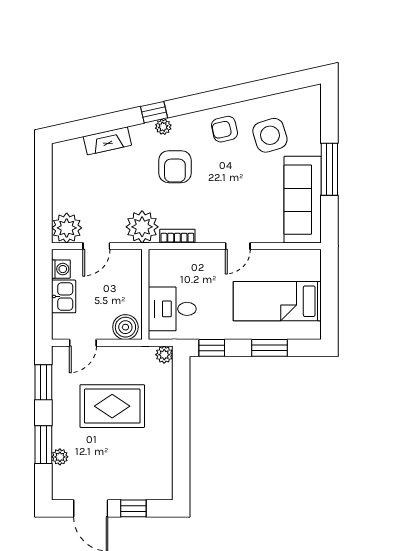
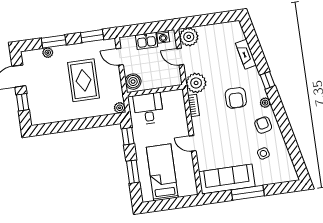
plant: (163, 127) -> (265, 103), moved
side table: (270, 135) -> (263, 153), width x0.54, depth x0.54
armchair: (175, 167) -> (236, 98), turned -90

